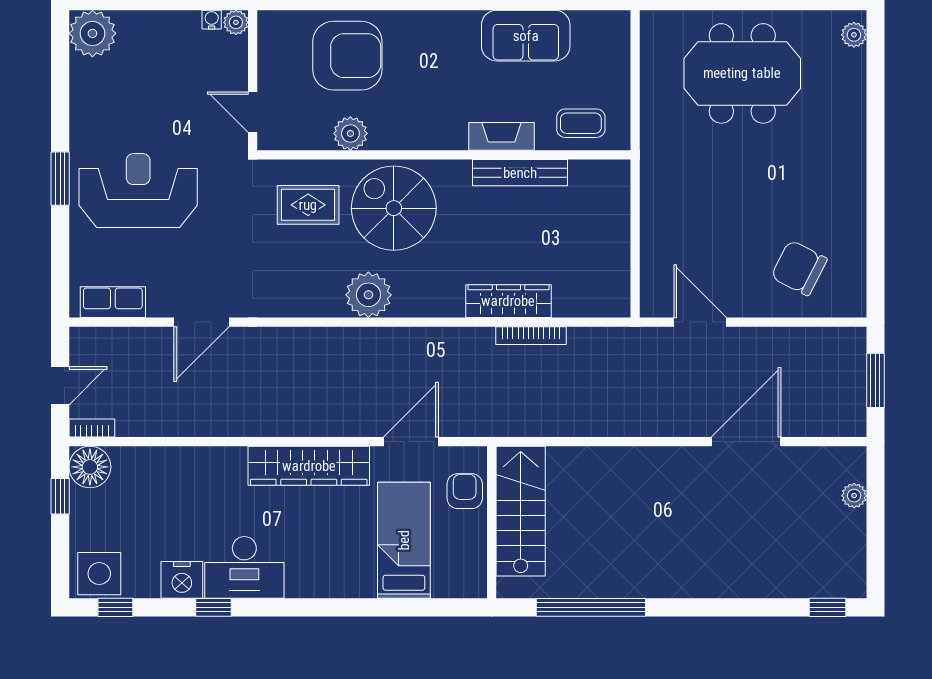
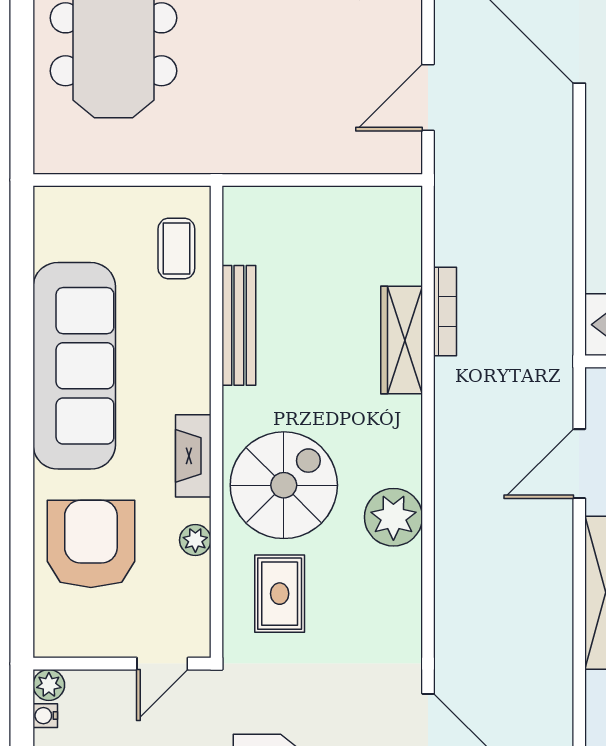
sofa: (526, 36) -> (74, 366), width x1.85, depth x1.27
plant: (350, 133) -> (195, 540), width x0.73, depth x0.73
fireplace: (501, 136) -> (193, 456), moved
spiral stairs: (394, 208) -> (284, 485), turned 180
door: (411, 442) -> (579, 464), hinge flipped

